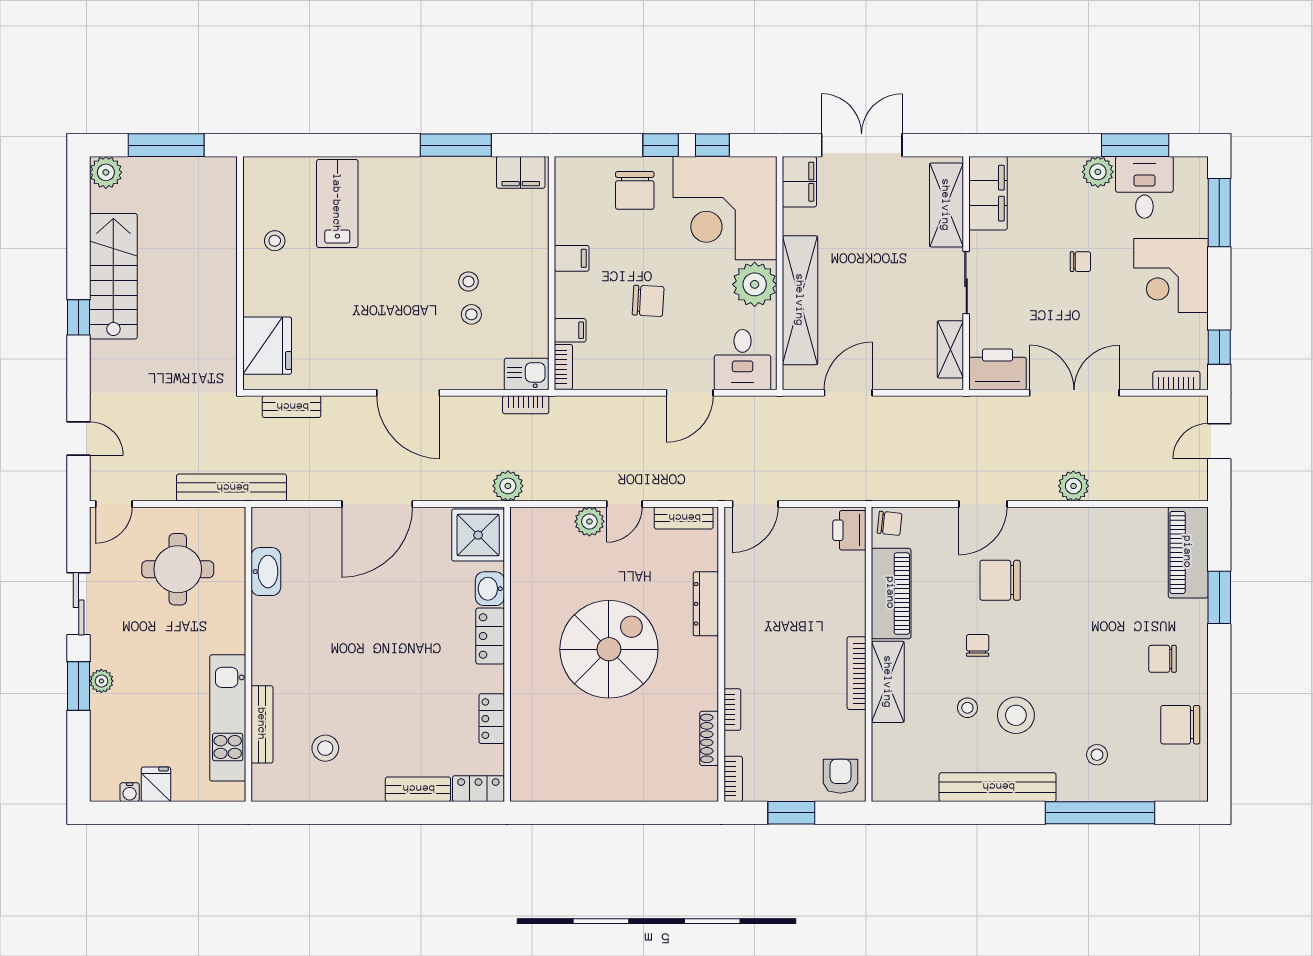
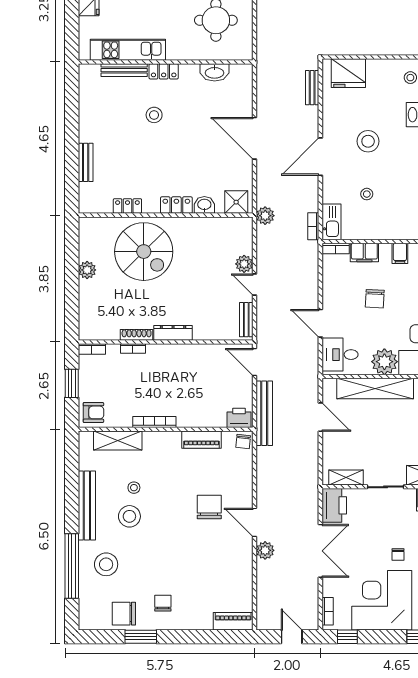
corner desk: (1171, 276) -> (382, 600), width x1.36, depth x1.36
stool: (468, 282) -> (368, 141), moved, width x1.89, depth x1.89
filing cabinet: (570, 330) -> (364, 252), width x2.00
kitchen sink: (526, 374) -> (331, 222), width x1.38
bench: (232, 488) -> (264, 413), moved
door: (983, 504) -> (254, 522), moved
shower: (478, 535) -> (236, 202), width x0.73, depth x0.73
piano: (1188, 552) -> (233, 621), width x0.73, depth x0.75
piano: (891, 593) -> (202, 440), width x0.73, depth x0.75
window: (1219, 597) -> (141, 637), moved
dresser: (706, 604) -> (173, 333), moved
chair: (978, 645) -> (171, 494), removed
spiral stairs: (609, 649) -> (144, 252), moved
shelving: (888, 682) -> (118, 440), moved
chair: (1180, 725) -> (124, 614), turned -90
shoe rack: (709, 738) -> (137, 335), moved
stool: (325, 748) -> (154, 115), moved
stool: (1097, 755) -> (106, 564), width x1.89, depth x1.89
plant: (600, 787) -> (87, 270), added
locker: (478, 789) -> (164, 71), moved, turned 90

